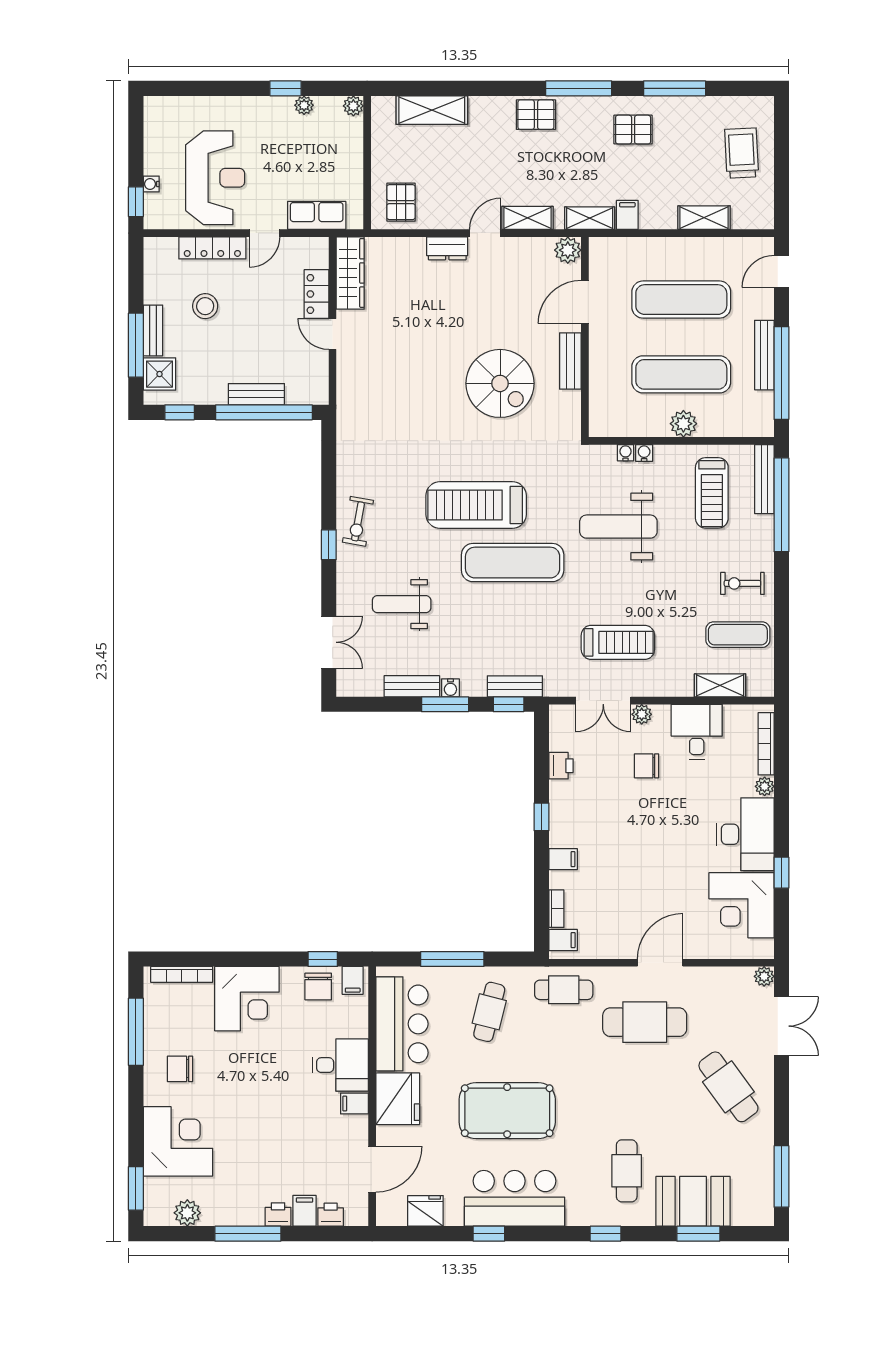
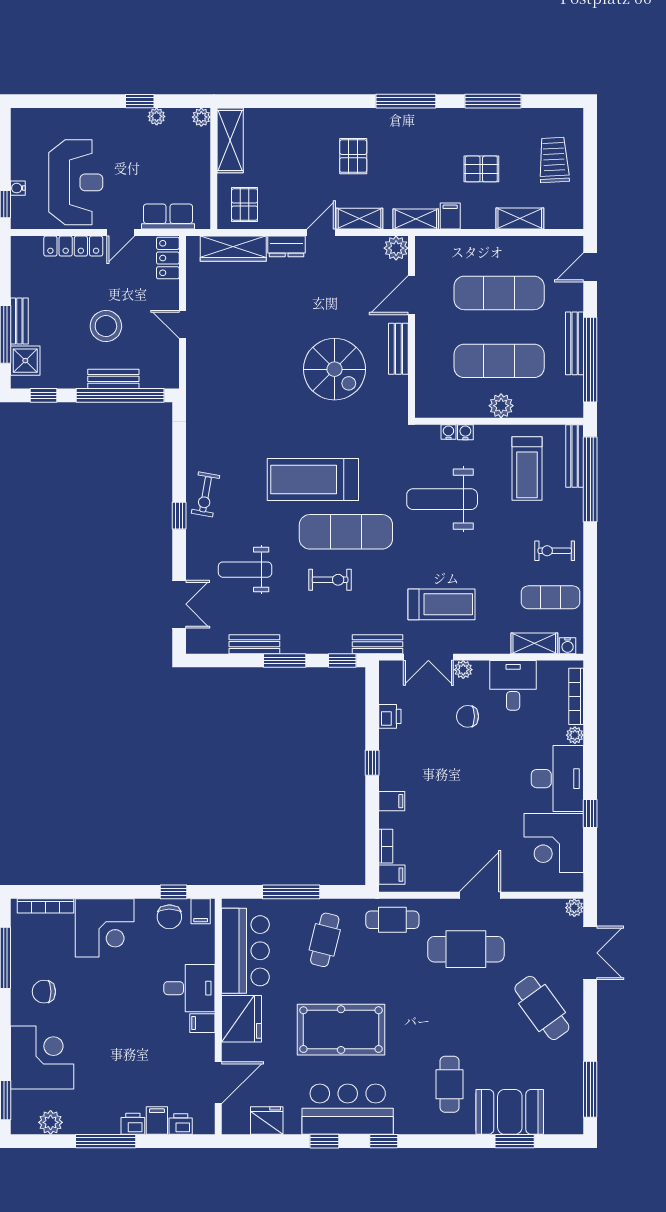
shelving: (432, 110) -> (230, 140), moved, turned 90
pallet: (536, 115) -> (353, 156), moved, turned 90
pallet: (633, 130) -> (481, 169), moved
wardrobe: (350, 273) -> (233, 249), moved, turned 90
locker: (316, 294) -> (168, 258), moved
stool: (205, 306) -> (106, 326), moved, width x1.38, depth x1.38
exercise bike: (495, 615) -> (330, 580), added
bench: (515, 686) -> (378, 644), moved
water cooler: (450, 688) -> (568, 646), moved
window: (605, 1234) -> (384, 1141), moved

